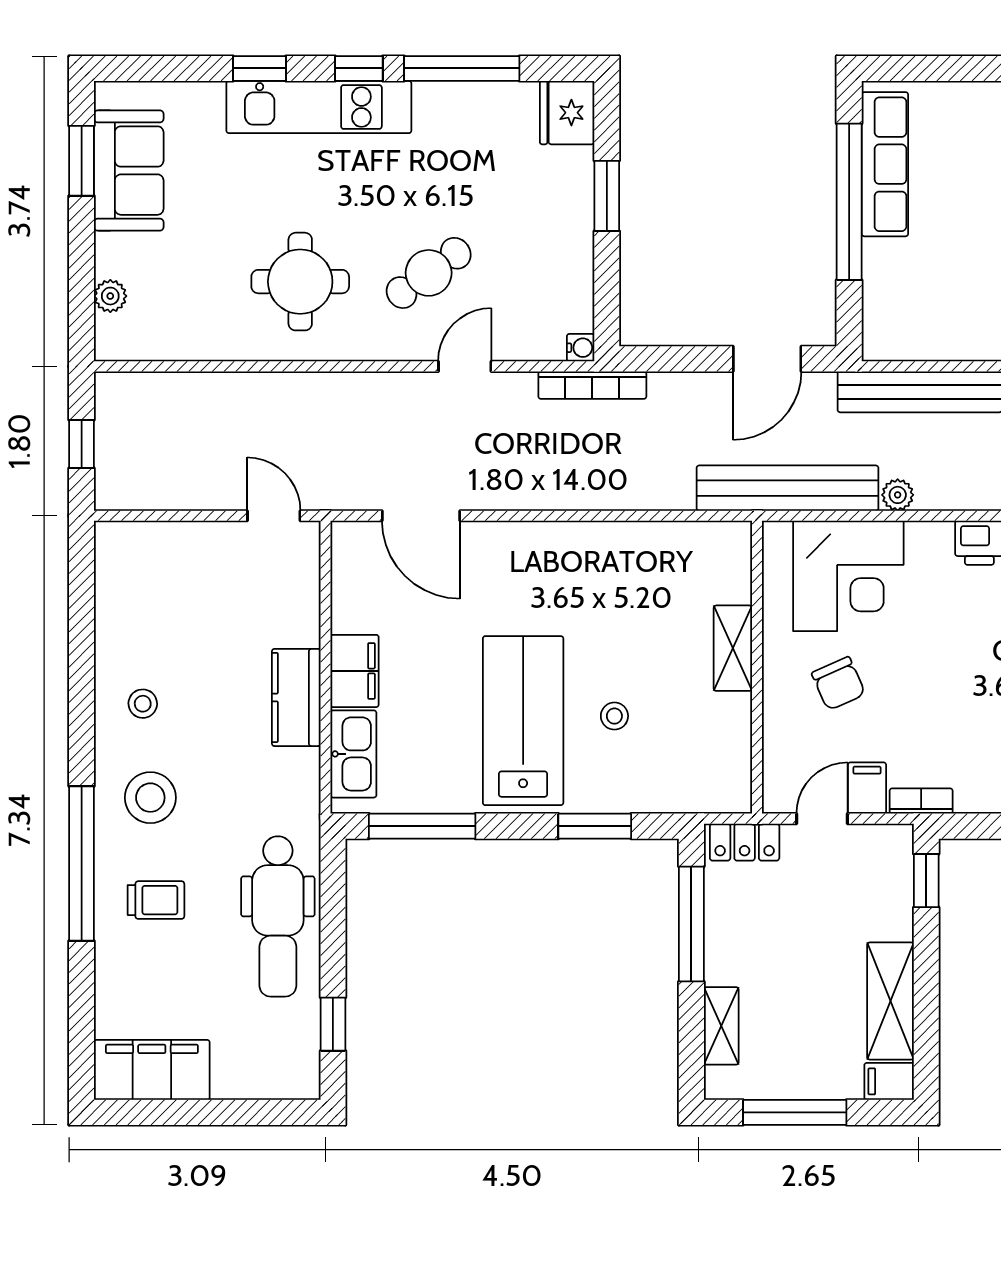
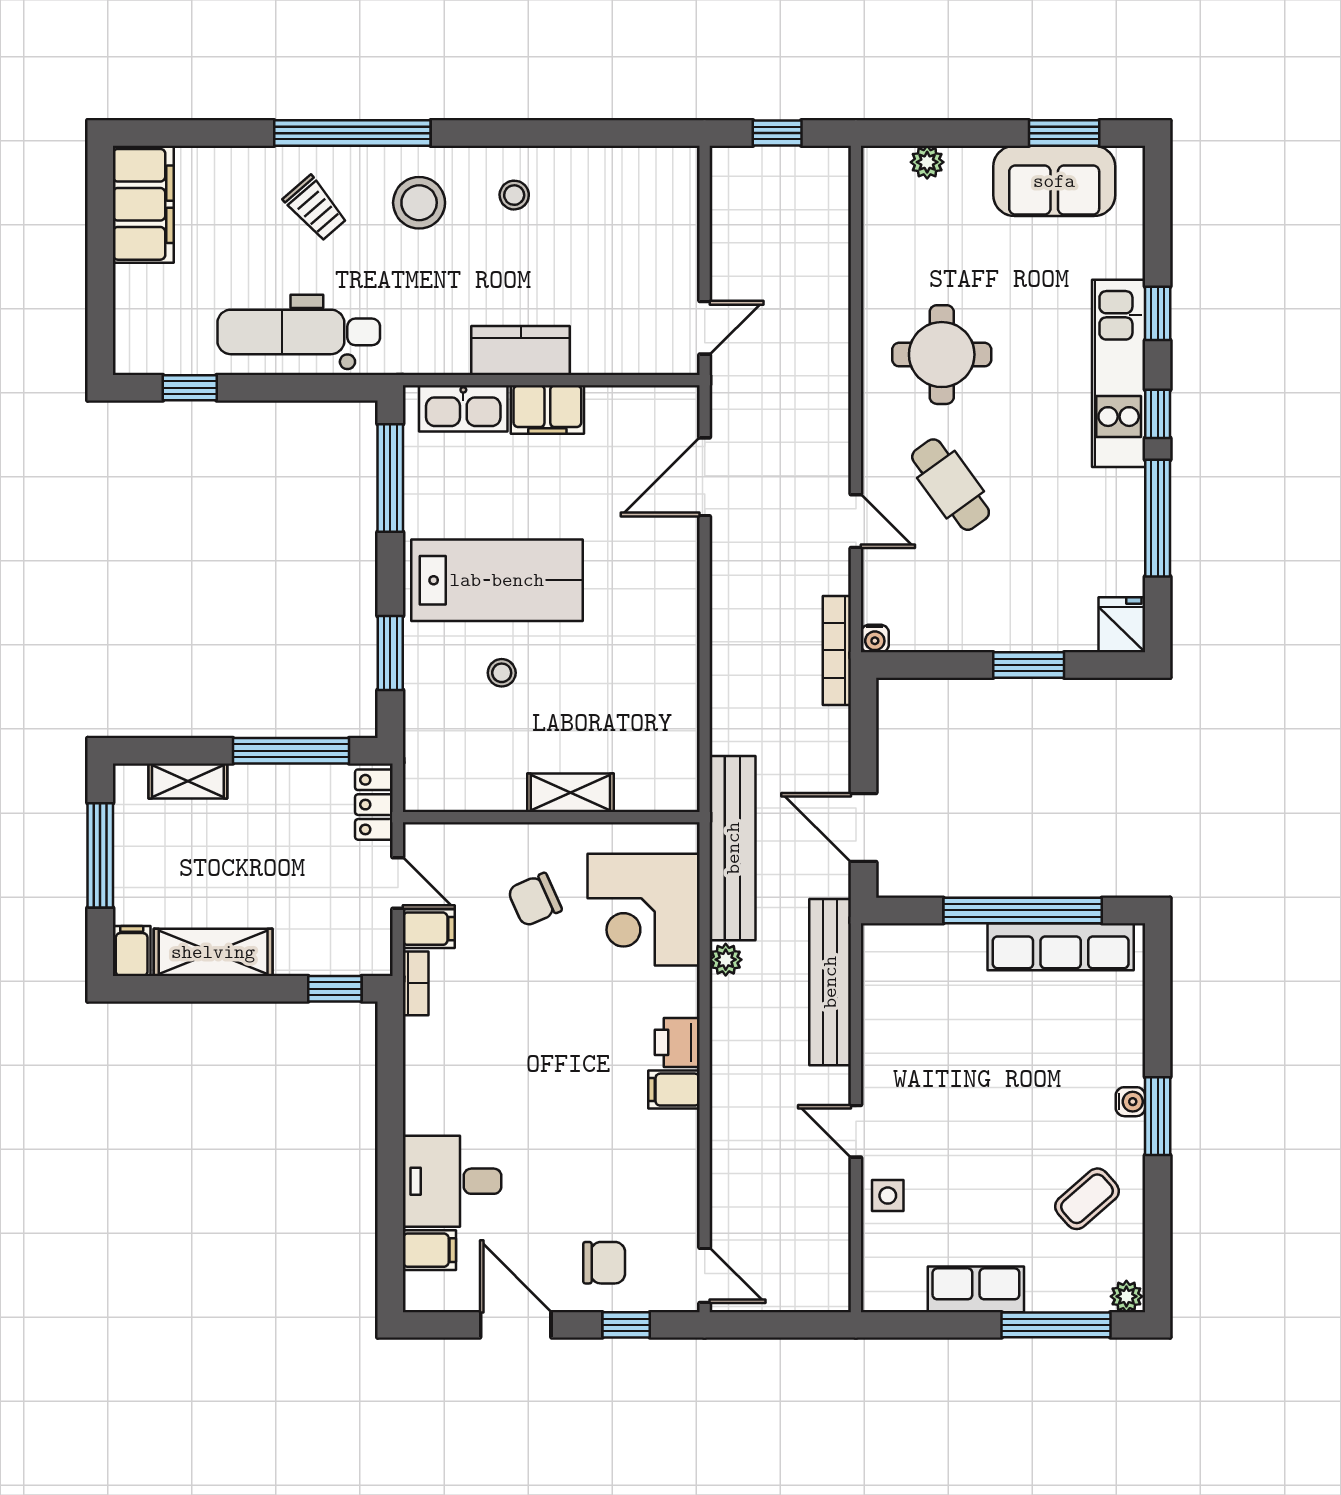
fridge: (567, 113) -> (1122, 625), width x0.72
trolley: (156, 900) -> (315, 208), turned -41

